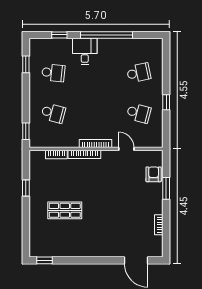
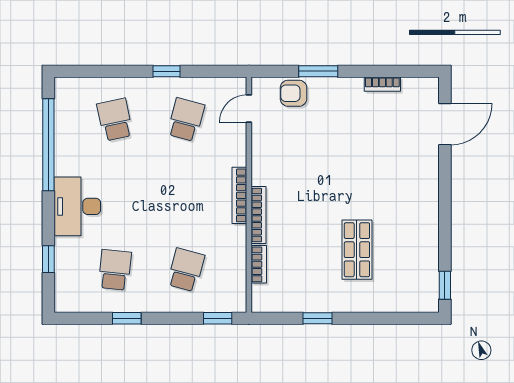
window: (107, 35) -> (48, 145), moved
desk: (85, 51) -> (77, 206), width x1.37
window: (26, 64) -> (127, 318), moved
door: (126, 149) -> (249, 109), moved

